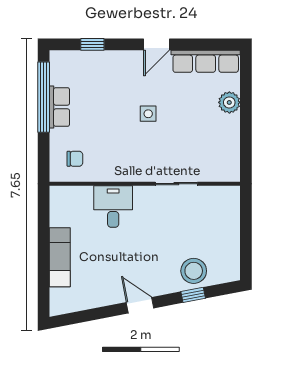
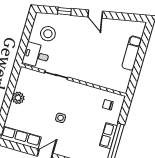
plant: (229, 102) -> (18, 98), moved
desk: (113, 206) -> (36, 55), moved, turned 90
stool: (194, 271) -> (48, 34), moved

